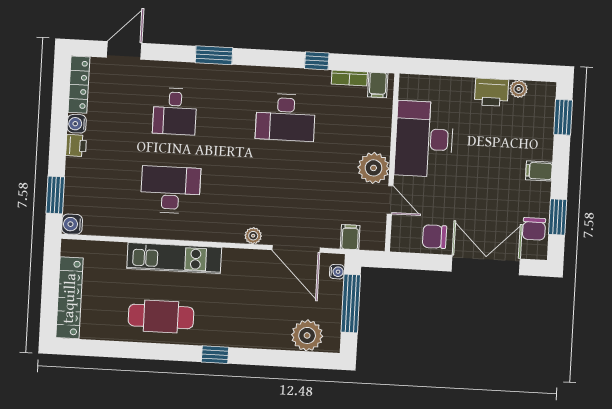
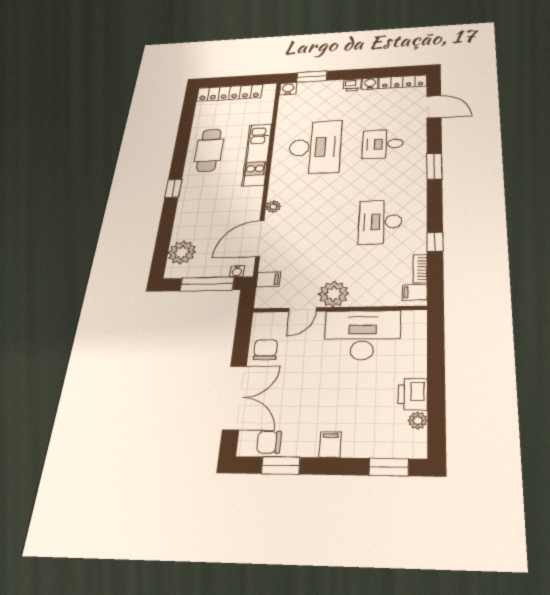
desk: (171, 190) -> (315, 147), width x1.36, depth x1.30

